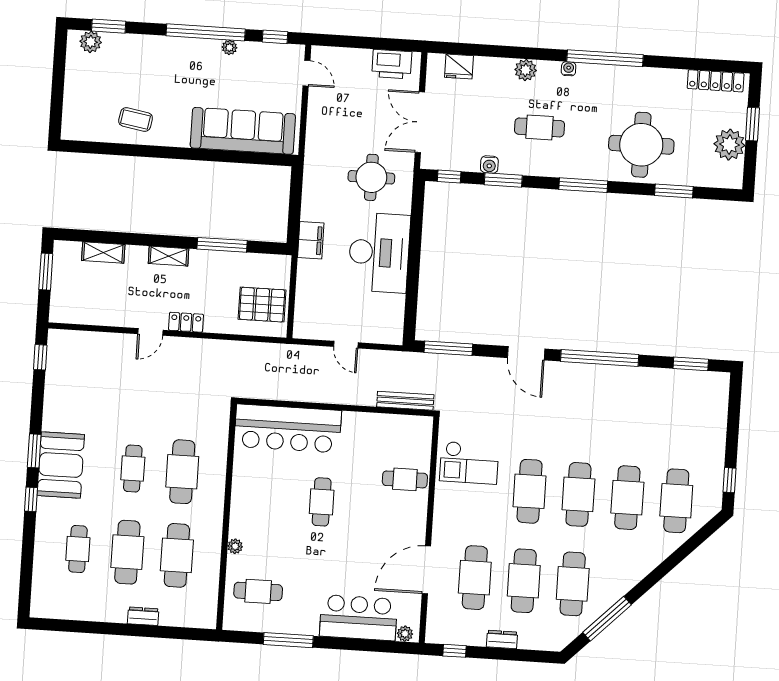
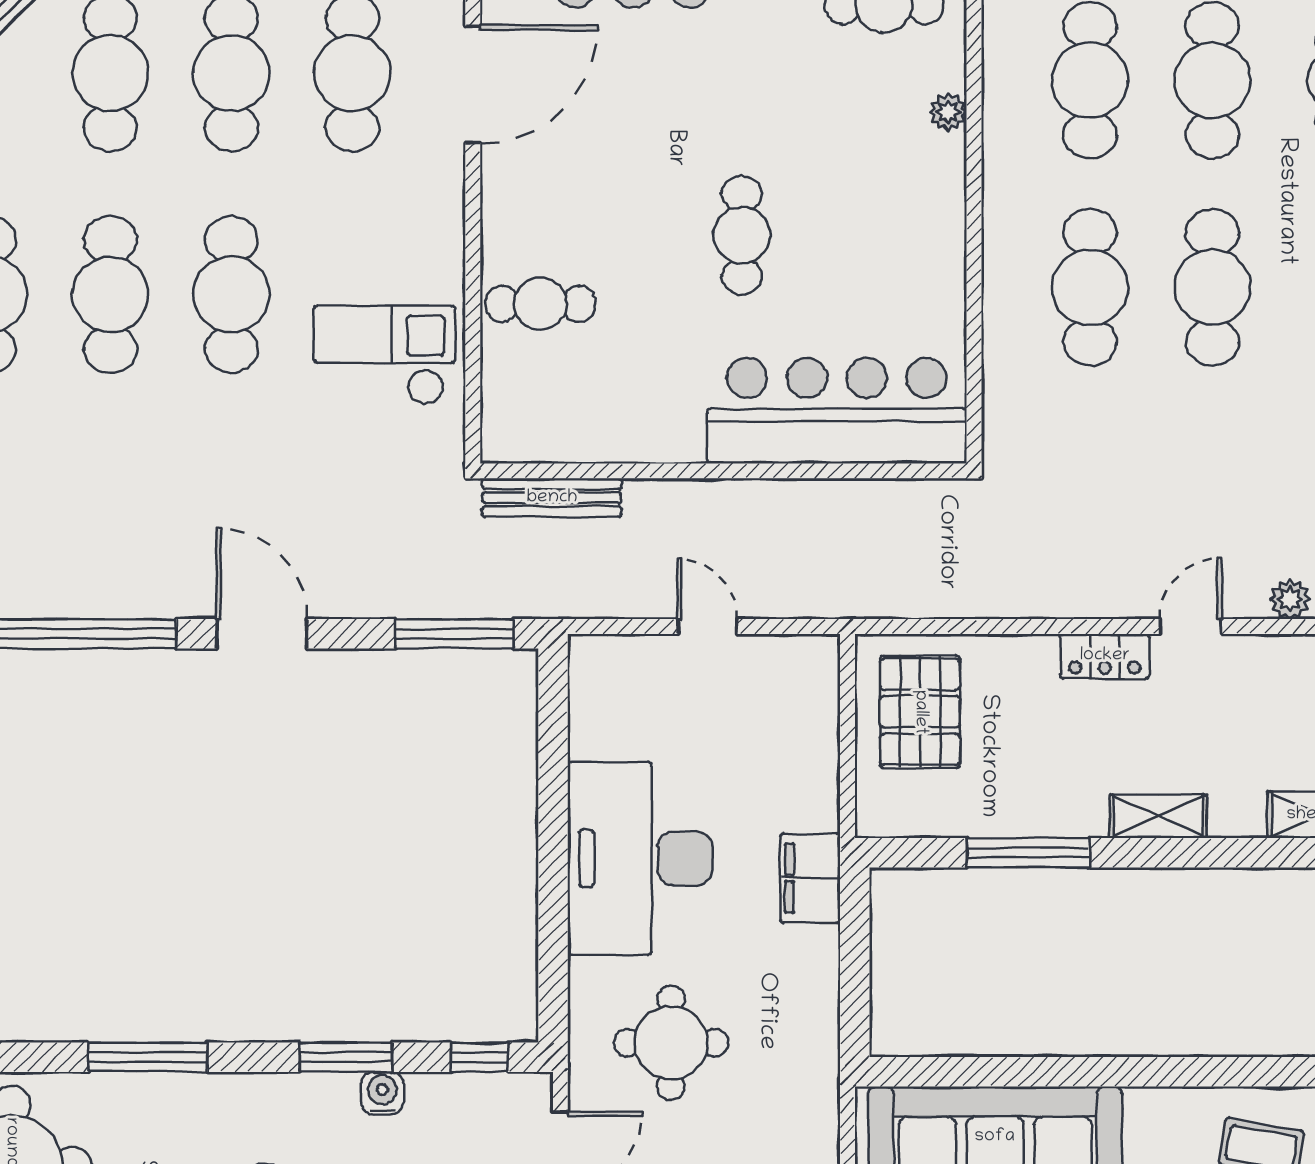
pallet: (262, 305) -> (920, 712), turned 90
plant: (110, 340) -> (1290, 599), added
cafe table: (133, 469) -> (1212, 287), width x1.37, depth x1.35

